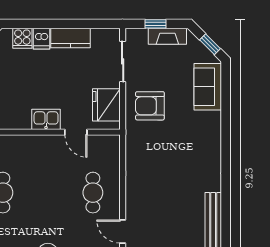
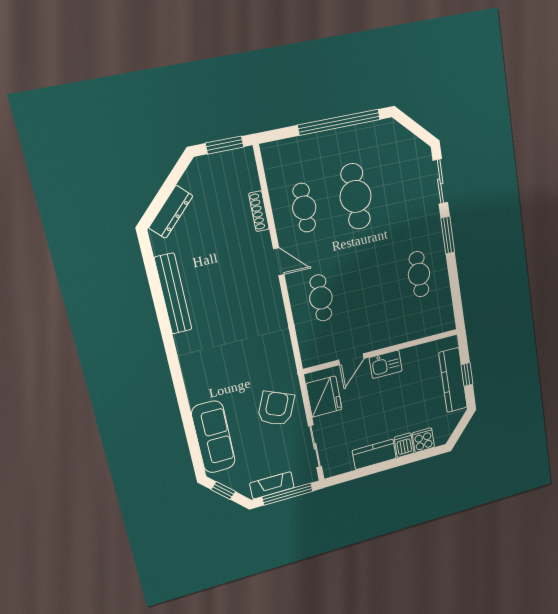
window: (155, 24) -> (287, 494), width x2.17
sofa: (208, 87) -> (213, 437), width x1.36
armchair: (150, 106) -> (276, 408), turned -67
door: (76, 132) -> (351, 359), swing flipped

